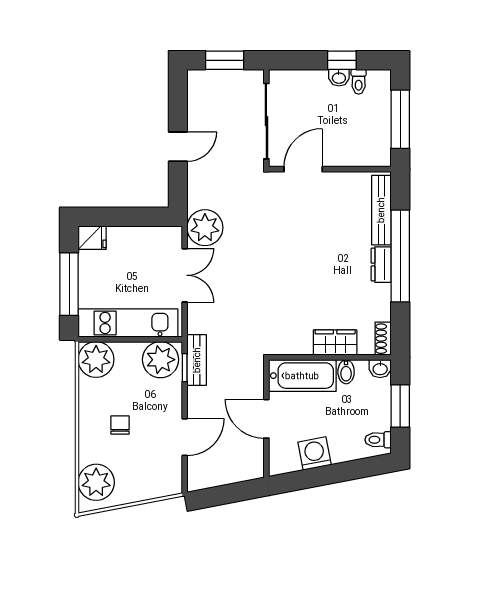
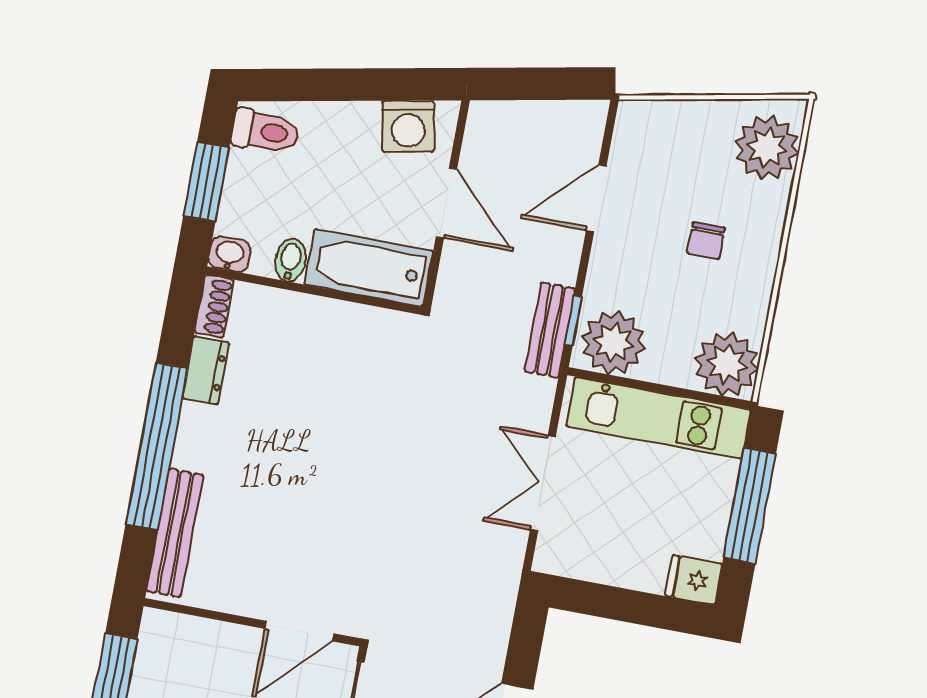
plant: (205, 228) -> (492, 560), removed
dresser: (381, 265) -> (206, 370), moved
wardrobe: (335, 343) -> (300, 315), removed
toilet: (378, 440) -> (265, 131), width x1.37, depth x1.39
washing machine: (315, 453) -> (408, 126), moved

